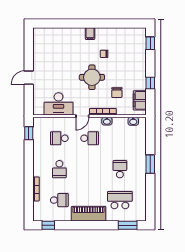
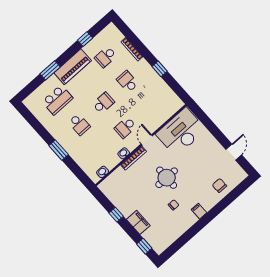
door: (29, 78) -> (234, 152), moved
chair: (117, 93) -> (219, 185), moved
filing cabinet: (140, 100) -> (138, 222), moved
desk: (58, 104) -> (181, 132), width x1.36, depth x1.30
window: (29, 133) -> (160, 69), moved
school desk: (59, 138) -> (103, 103), moved
window: (48, 225) -> (85, 39), moved
window: (128, 225) -> (50, 70), moved

